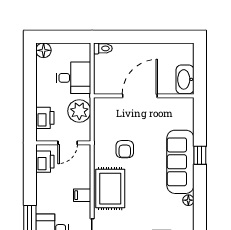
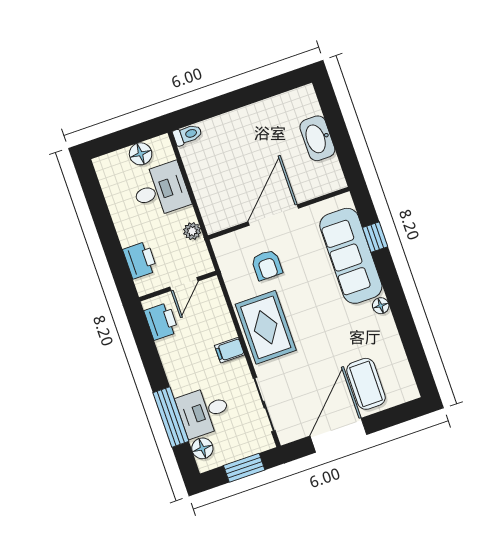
floor lamp: (44, 50) -> (141, 154), moved
door: (140, 96) -> (273, 215), moved
wall: (144, 96) -> (279, 213), moved
plant: (79, 111) -> (192, 231), width x0.53, depth x0.53

